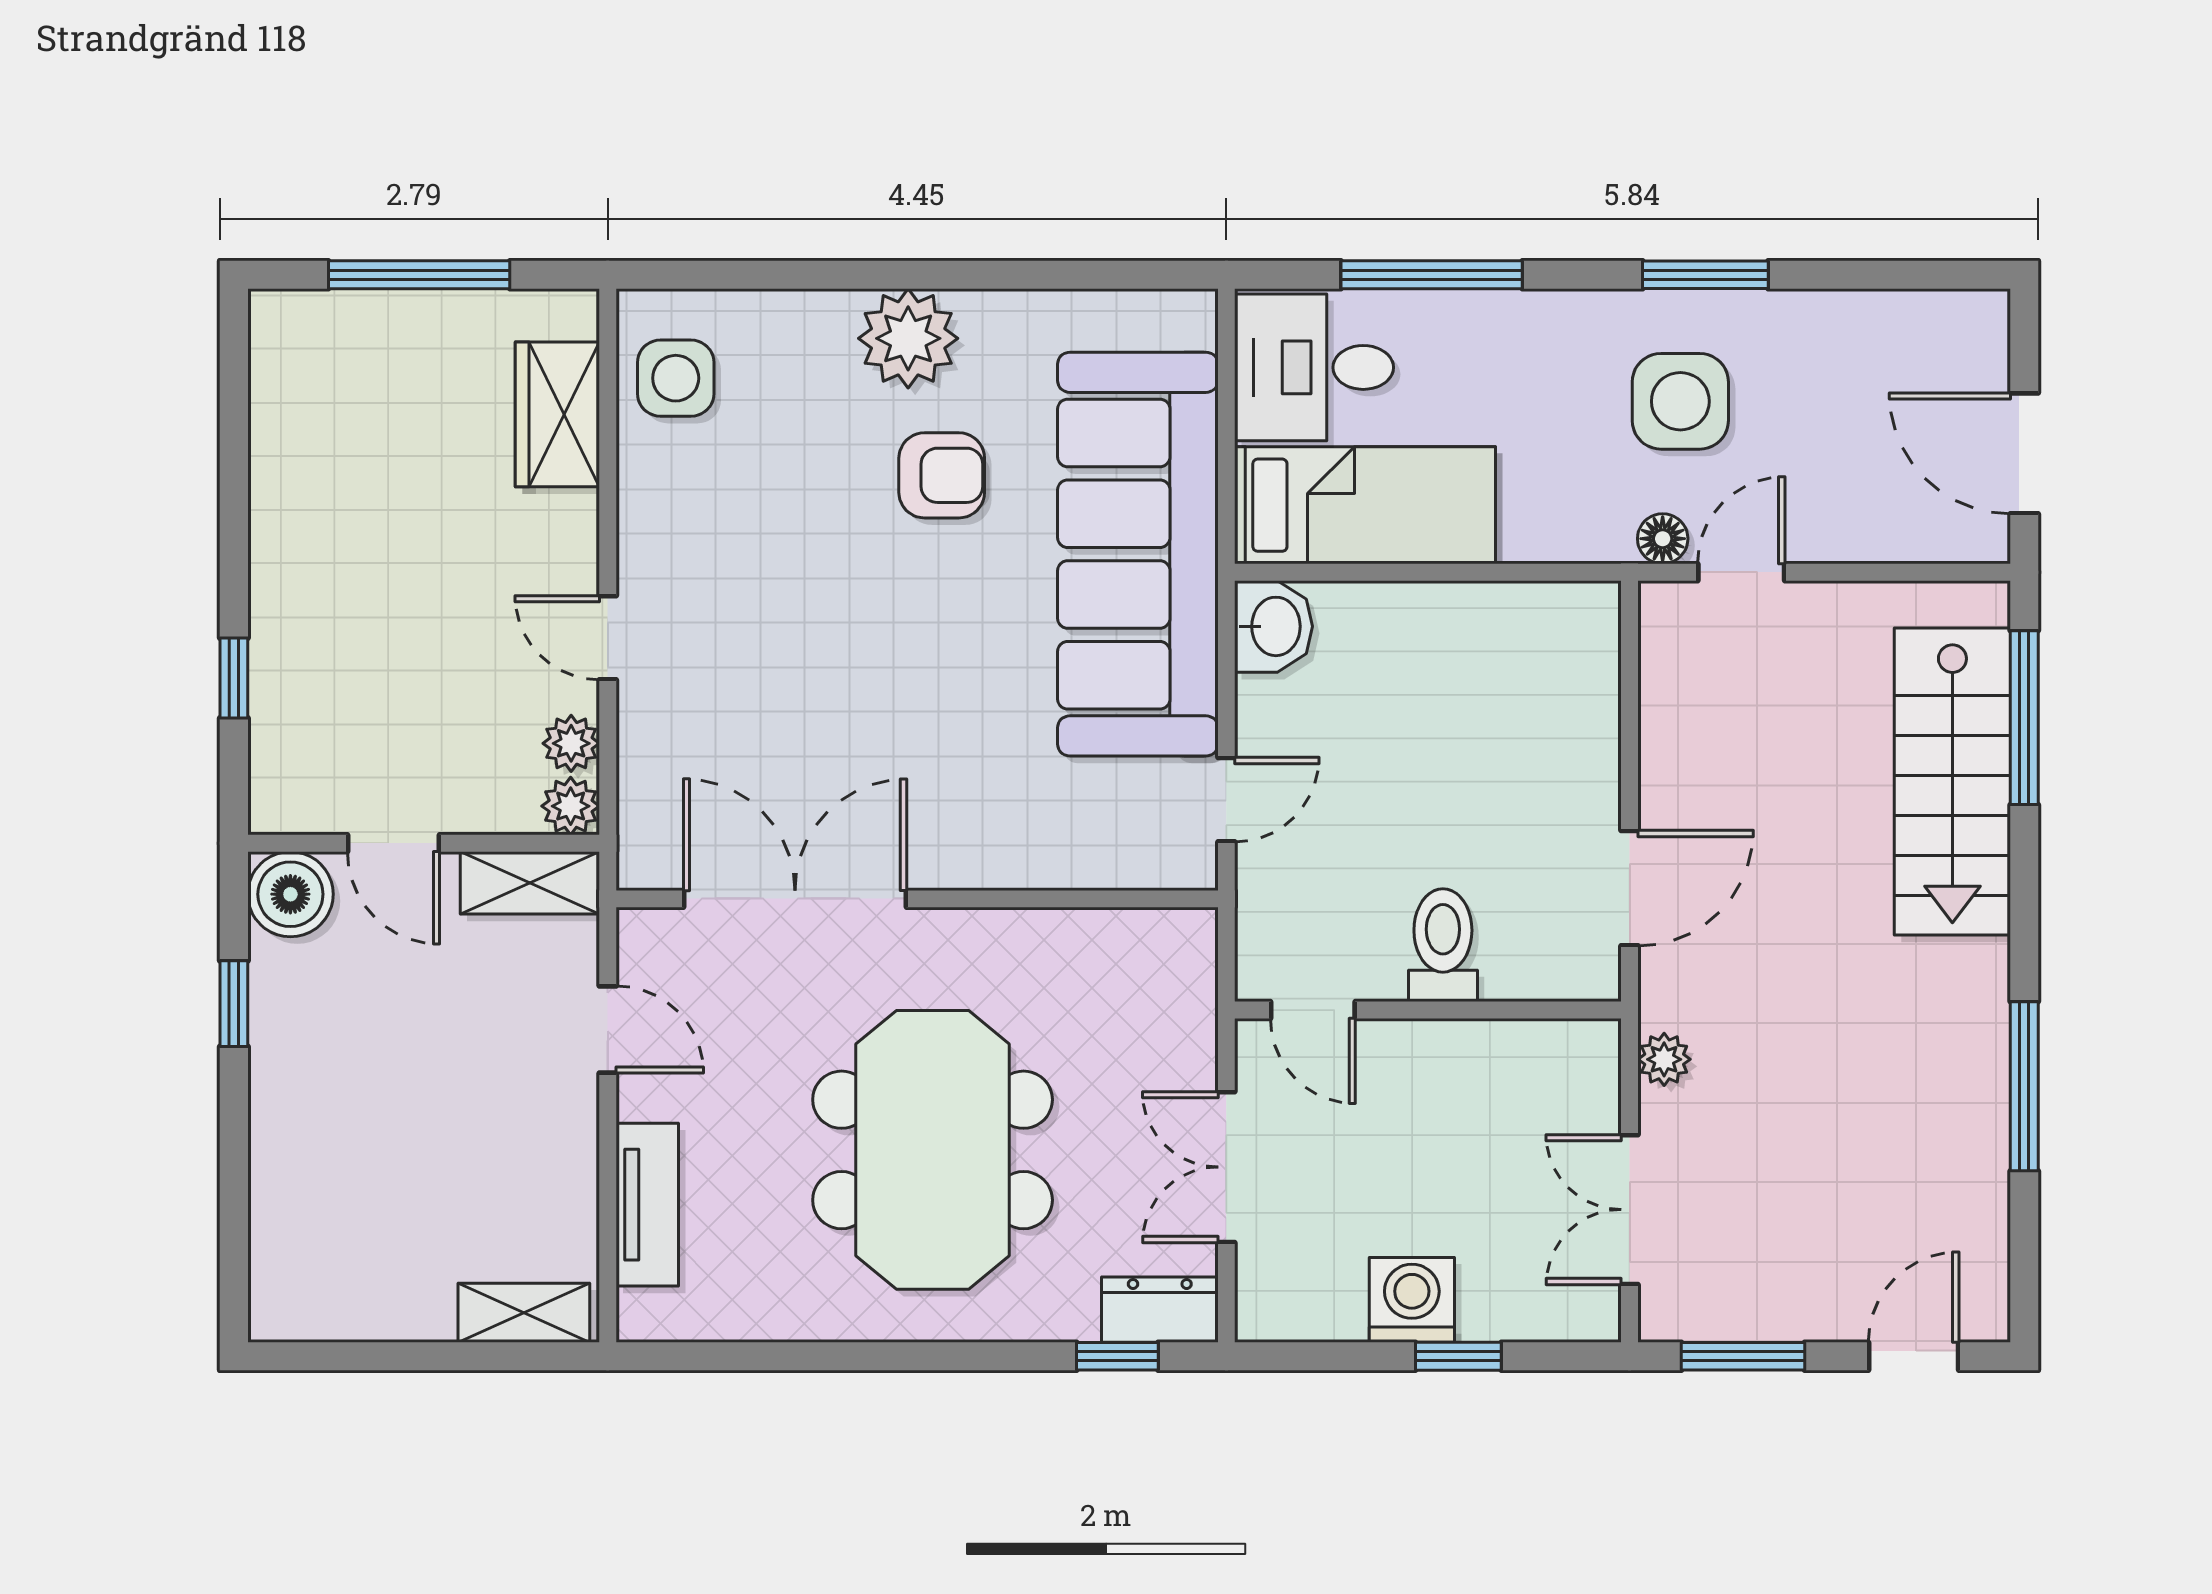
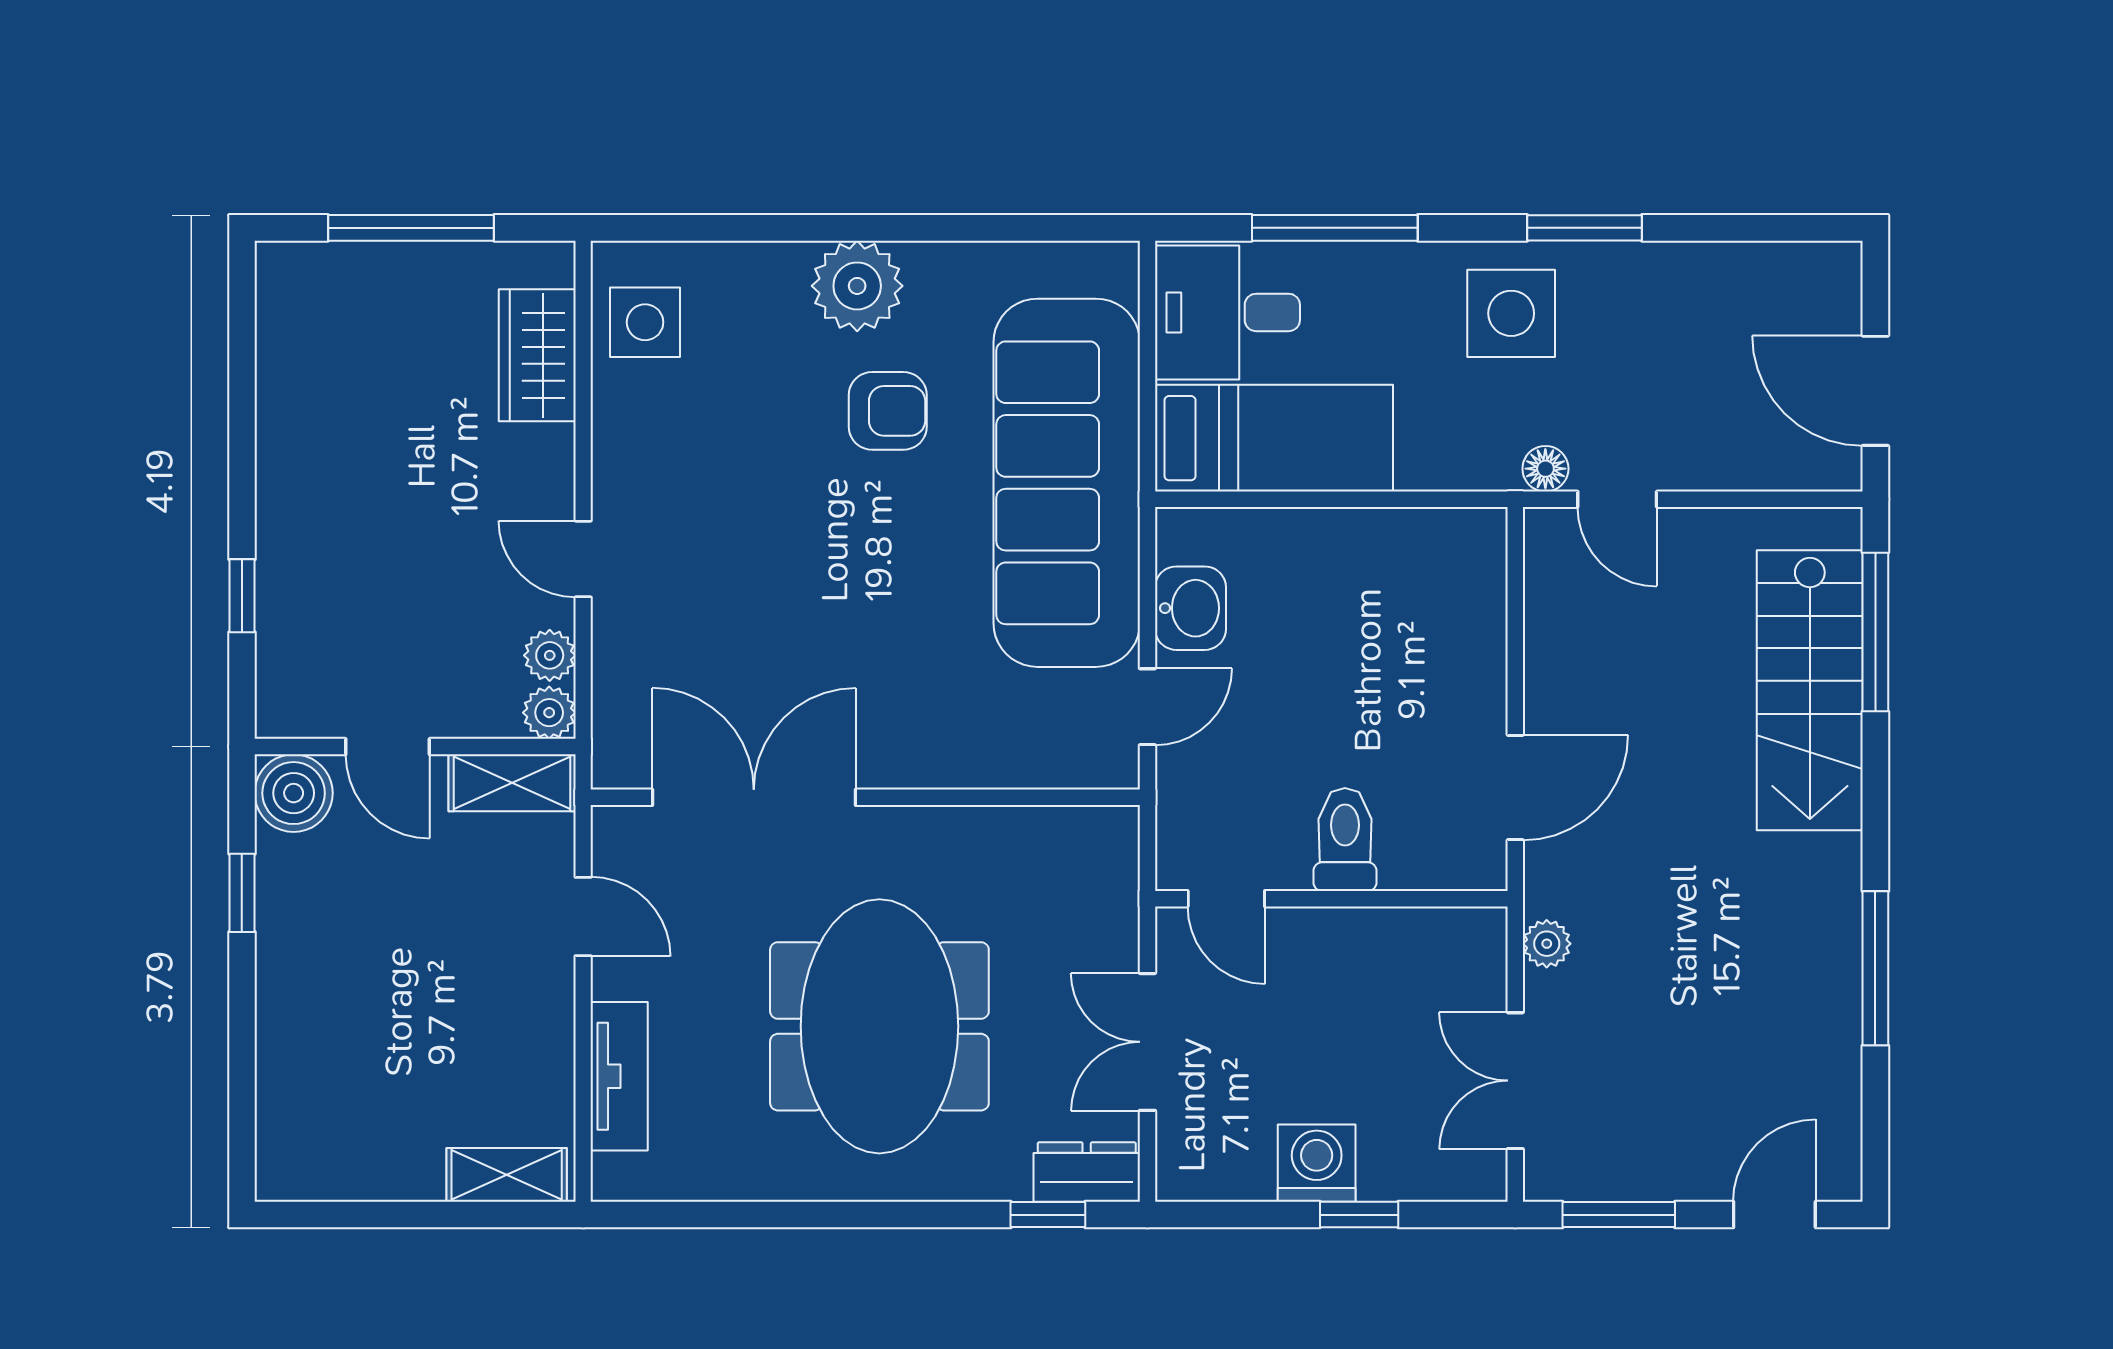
side table: (1680, 401) -> (1511, 313), moved
door: (1741, 572) -> (1617, 499), swing flipped
washbasin: (1274, 626) -> (1191, 608), moved

